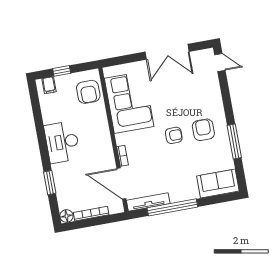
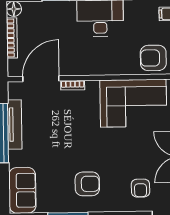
armchair: (174, 135) -> (141, 188), moved
tv unit: (148, 202) -> (15, 125), moved

